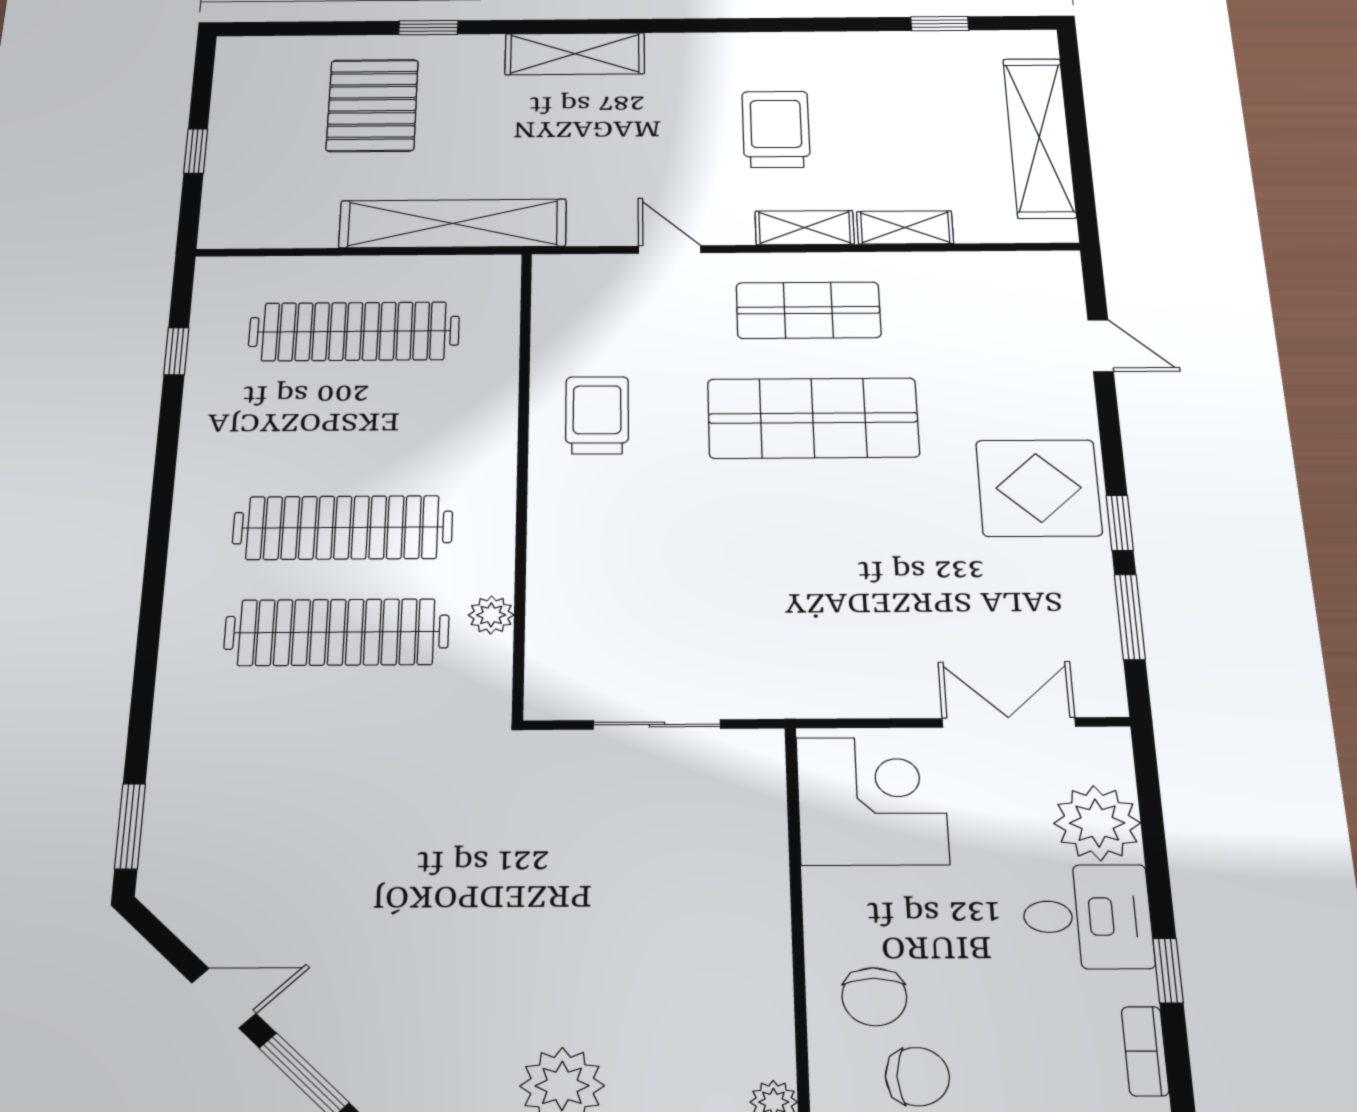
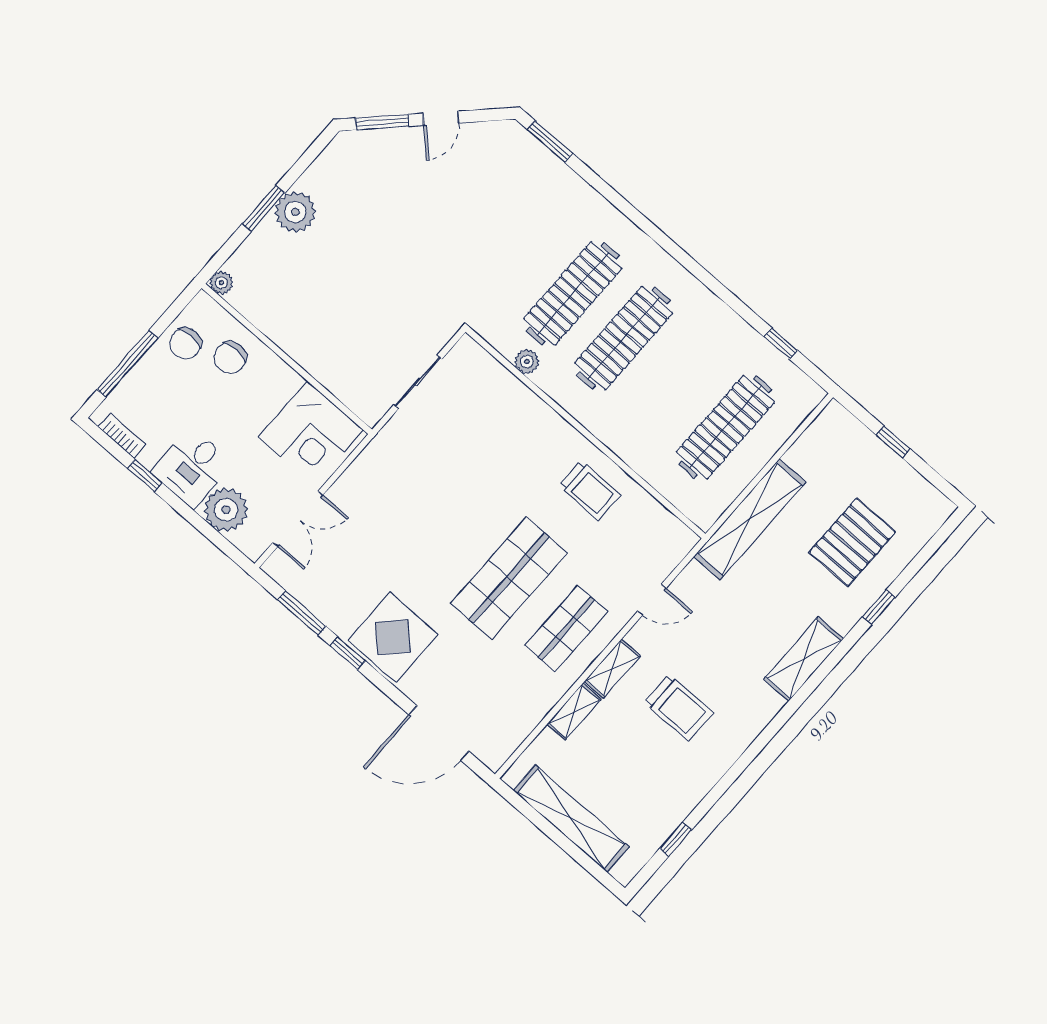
pallet: (372, 105) -> (852, 542), turned 90
door: (1101, 346) -> (439, 733), width x1.87
chair: (874, 997) -> (230, 358), turned -90

